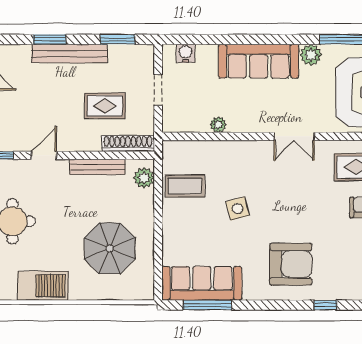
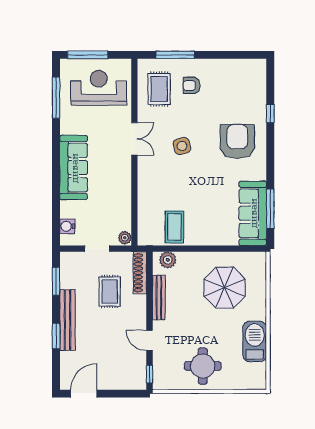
plant: (311, 55) -> (69, 125), removed
plant: (218, 125) -> (125, 238), moved
side table: (238, 209) -> (182, 146), moved

